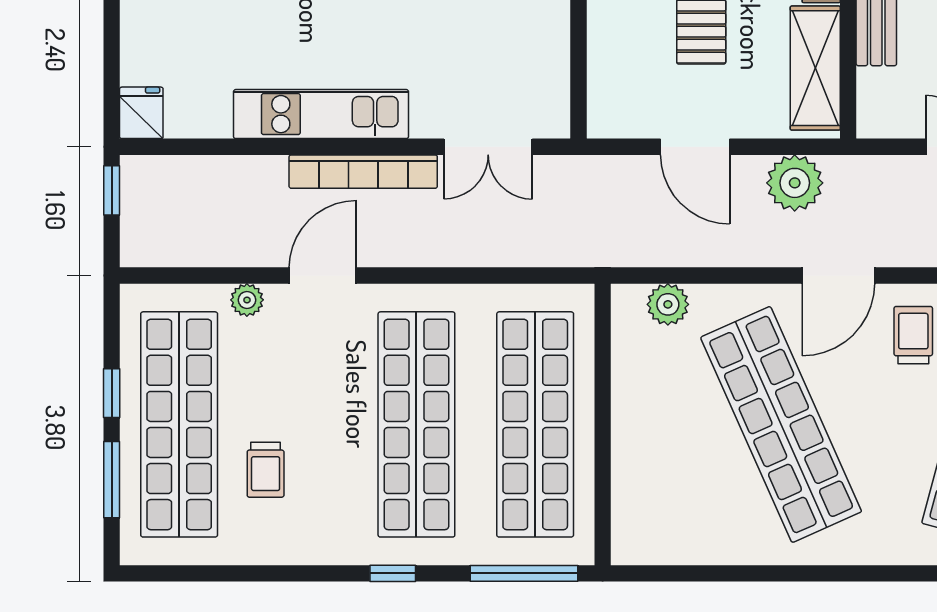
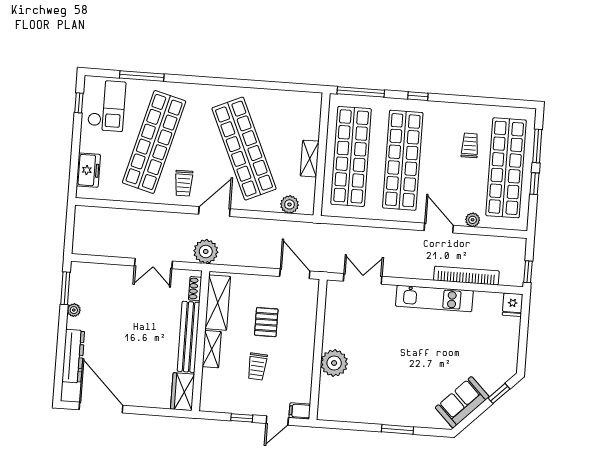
shoe rack: (869, 96) -> (195, 289), added
door: (695, 147) -> (295, 274), moved
bookcase: (363, 172) -> (466, 276), moved
plant: (795, 183) -> (206, 251), moved
door: (323, 276) -> (439, 228), swing flipped
shelving: (629, 413) -> (310, 159), added

